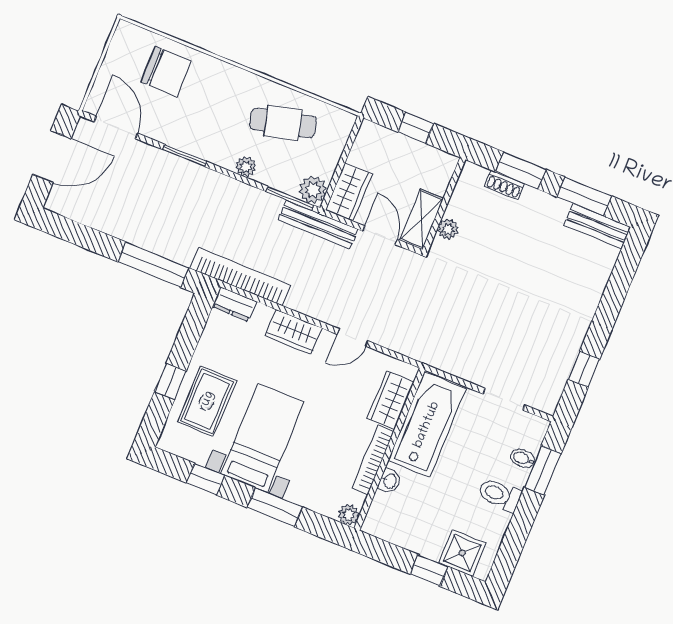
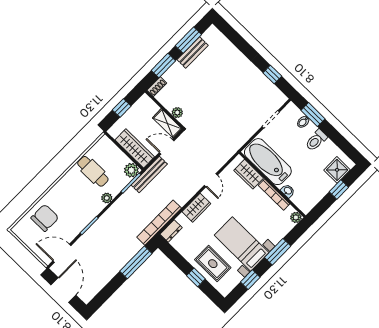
cafe table: (283, 123) -> (93, 171), turned -76
shoe rack: (504, 185) -> (157, 87), moved
wardrobe: (349, 192) -> (135, 148), width x1.50
bench: (597, 226) -> (193, 52), moved

